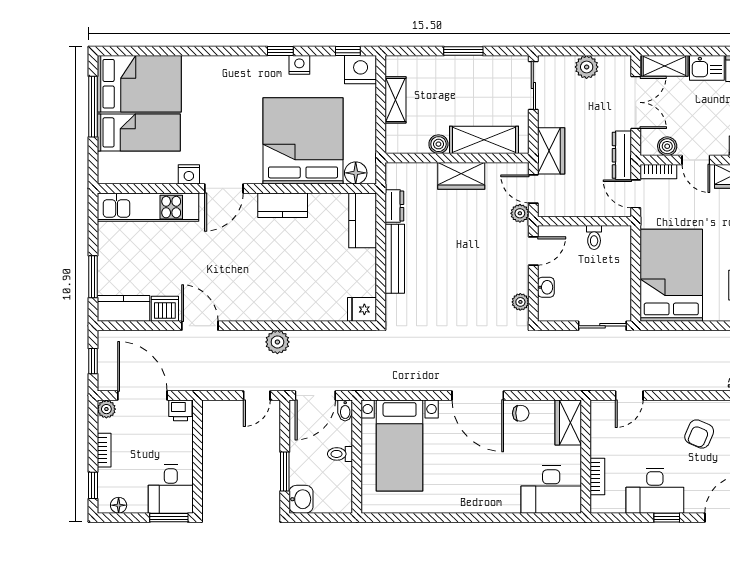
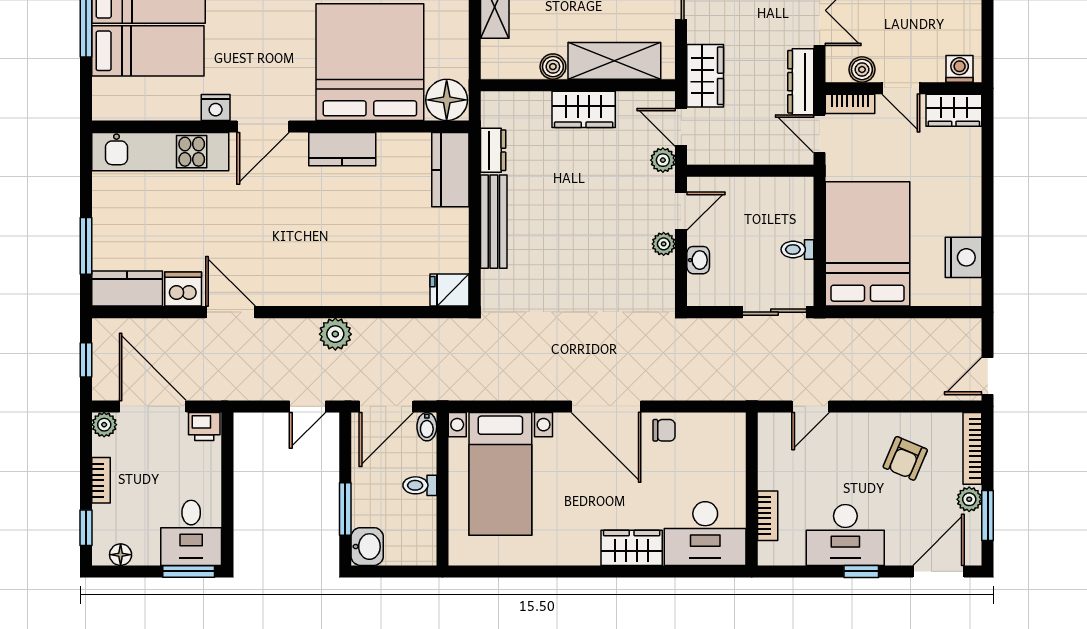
floor lamp: (356, 173) -> (447, 100), width x1.38, depth x1.38
toilet: (594, 238) -> (797, 249), moved, turned 90
plant: (520, 302) -> (664, 244), moved
wardrobe: (568, 422) -> (632, 548), moved, turned 90

